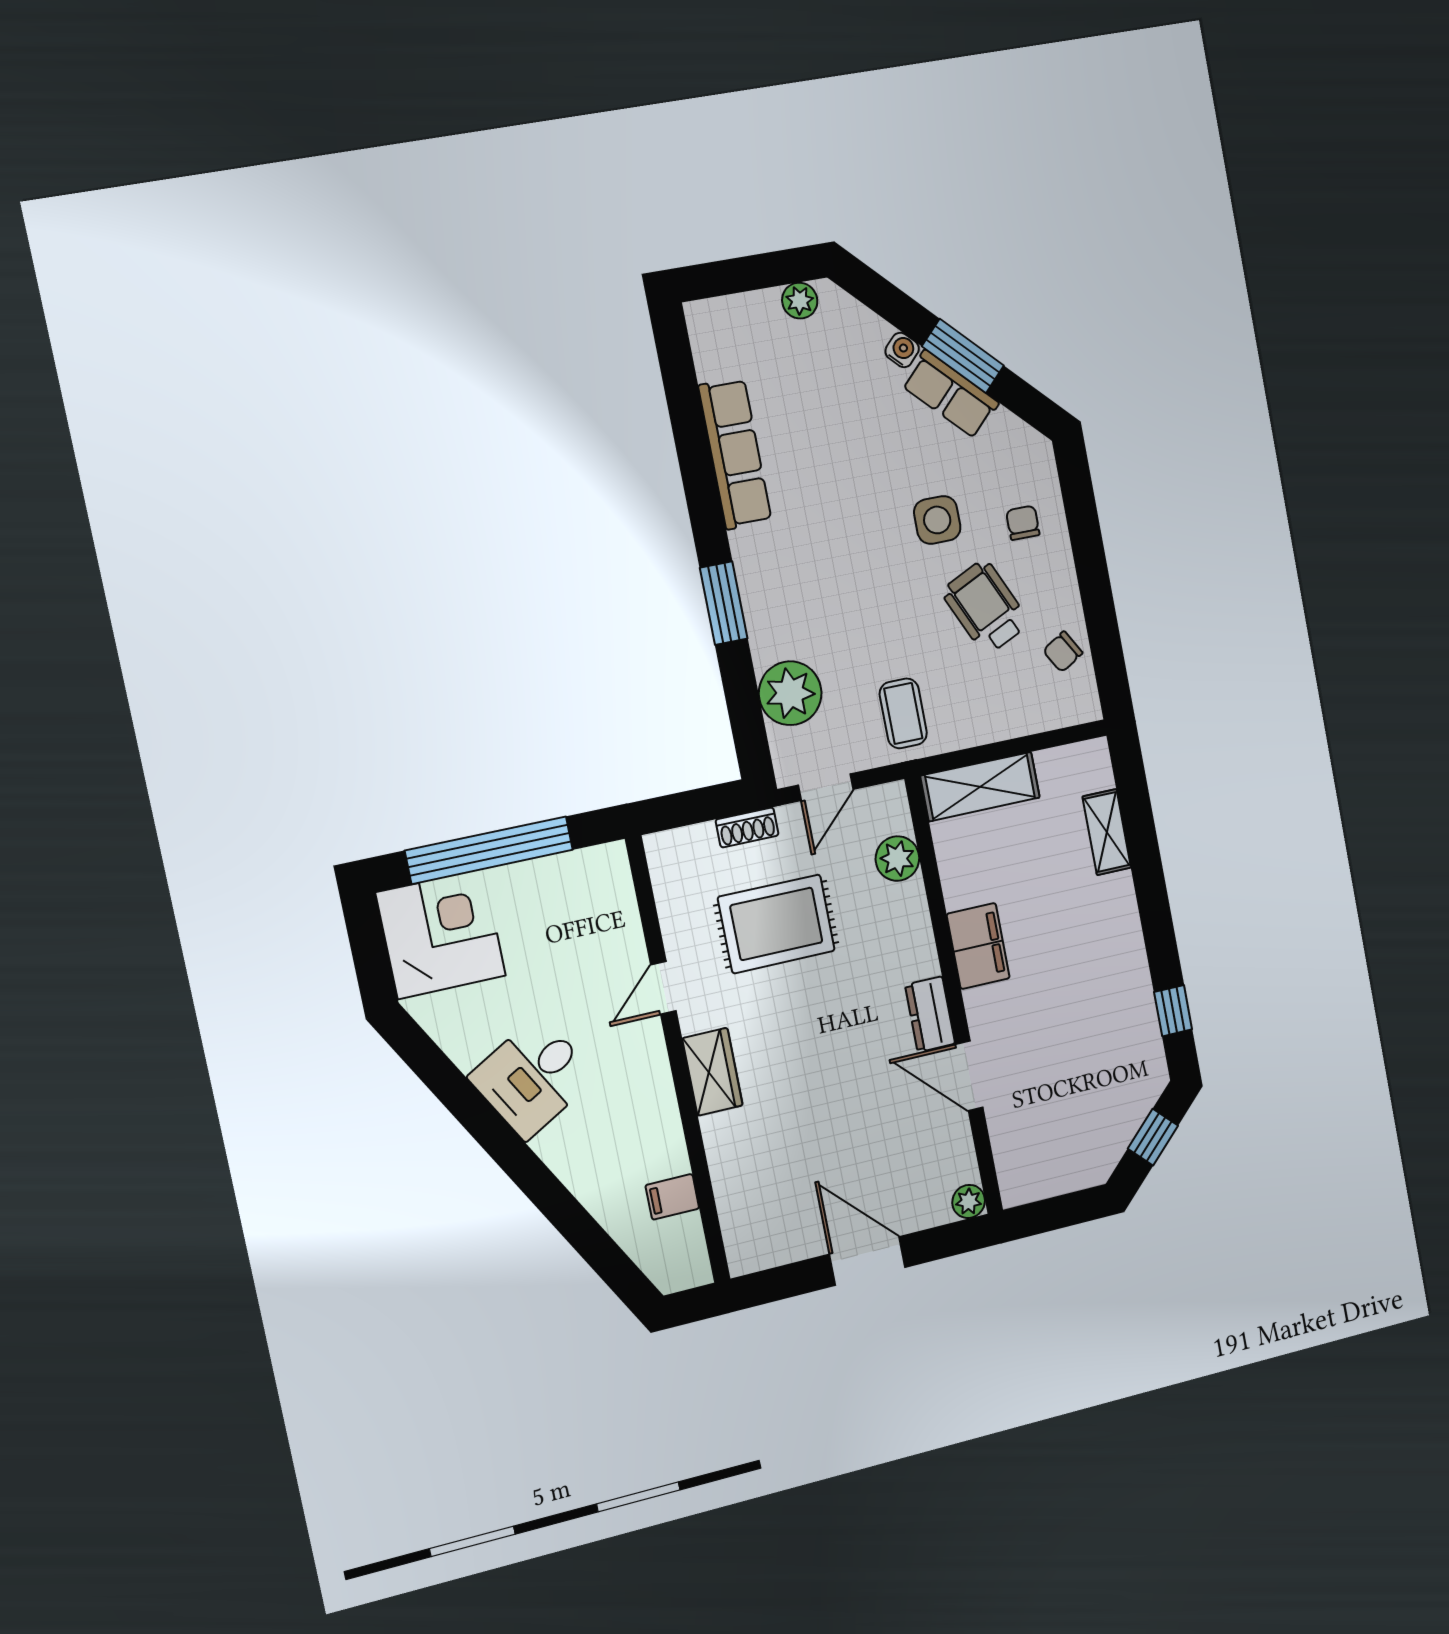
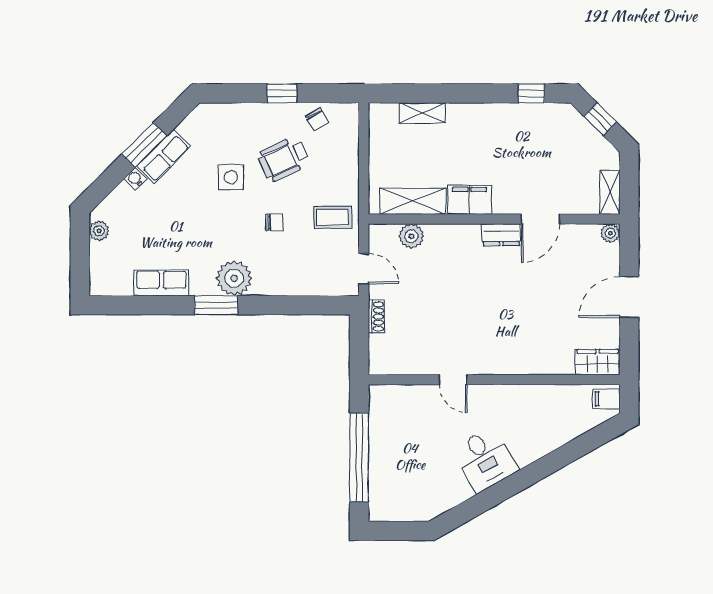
row of seats: (735, 454) -> (162, 283), width x0.68
chair: (1023, 523) -> (274, 223), moved, turned 180
window: (1094, 582) -> (282, 93), added
window: (724, 603) -> (216, 305), moved
plant: (790, 693) -> (234, 278), moved
shelving: (980, 787) -> (413, 201), moved, turned 90
rug: (776, 924) -> (432, 311), removed
corner desk: (441, 934) -> (398, 492), removed
wardrobe: (712, 1072) -> (598, 362), moved
shelving: (1036, 1184) -> (610, 192), added
filing cabinet: (672, 1197) -> (606, 399), moved, turned 90

